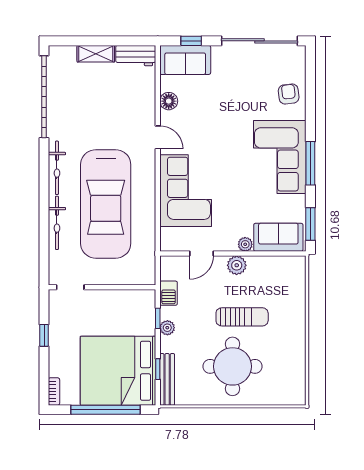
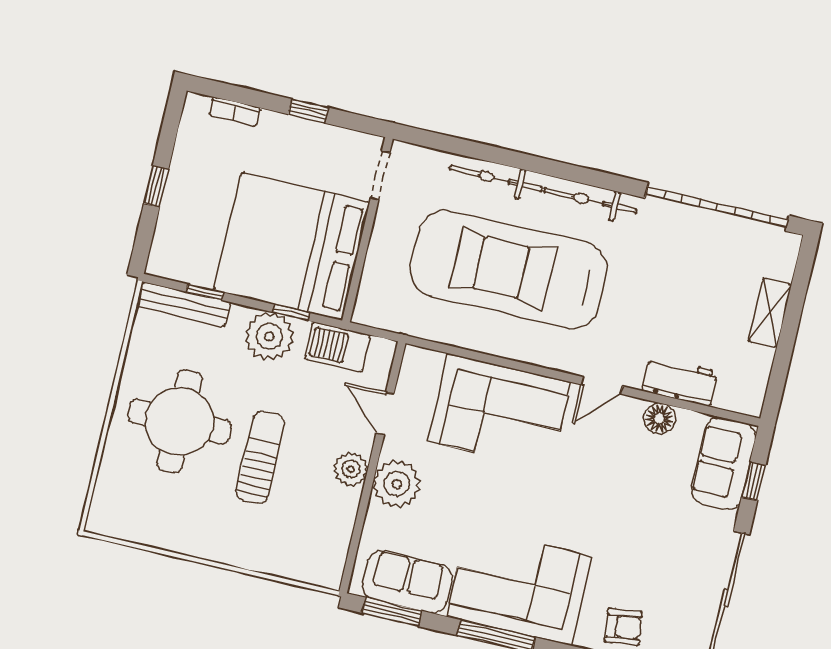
workbench: (136, 56) -> (680, 381), moved, turned 90
sofa: (278, 237) -> (407, 582), moved, turned -90
plant: (245, 244) -> (397, 484), width x1.88, depth x1.88
barbecue: (169, 293) -> (337, 347), width x1.38, depth x1.27
sun lounger: (242, 317) -> (260, 457), turned 180
plant: (167, 328) -> (269, 336), width x1.88, depth x1.88
bed: (118, 371) -> (292, 246), moved, turned -90
bookcase: (54, 392) -> (235, 112), moved
window: (106, 410) -> (156, 186), width x0.32

